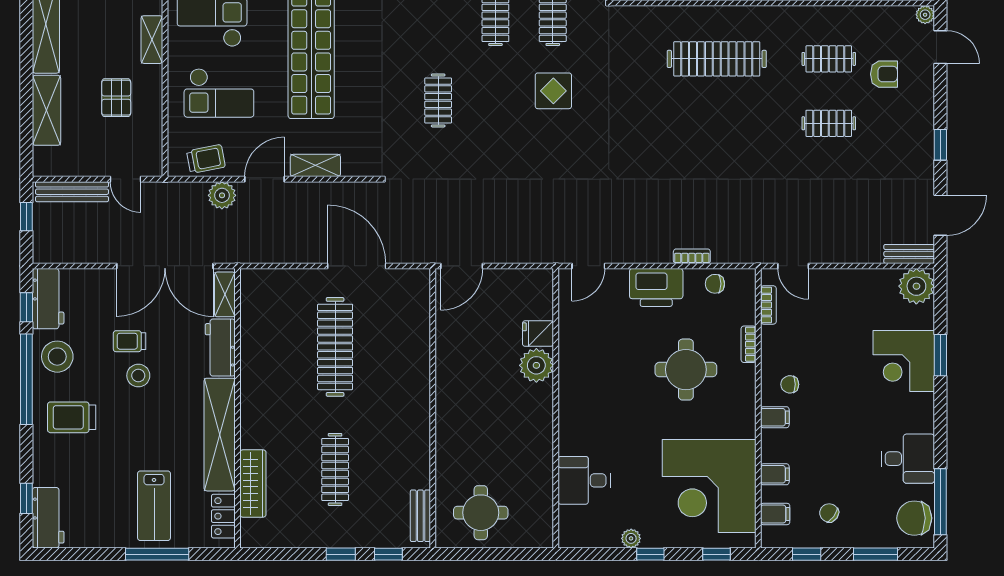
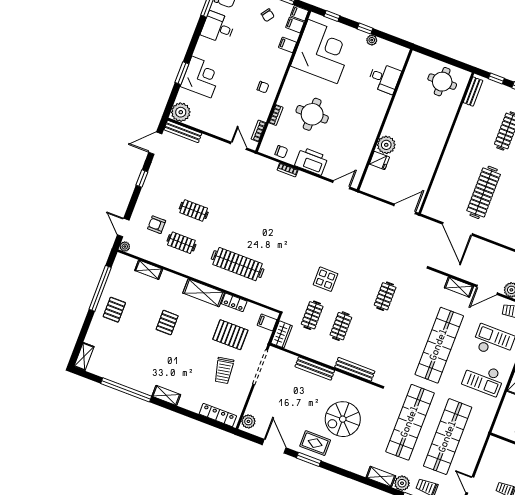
bench: (909, 254) -> (183, 131), width x1.36
filing cabinet: (775, 417) -> (300, 13), moved

